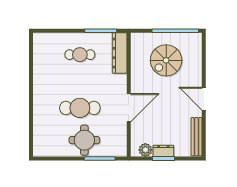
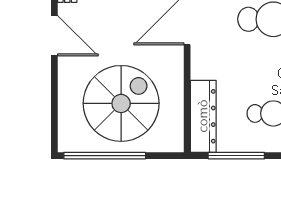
spiral stairs: (166, 60) -> (121, 103), width x1.37, depth x1.37

